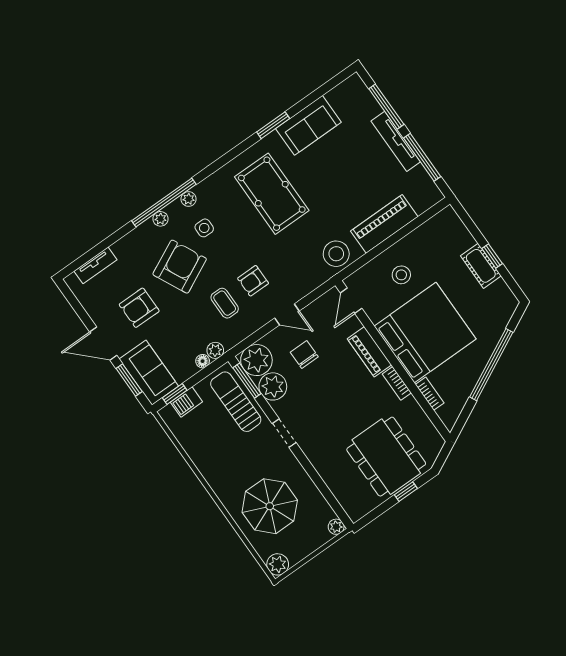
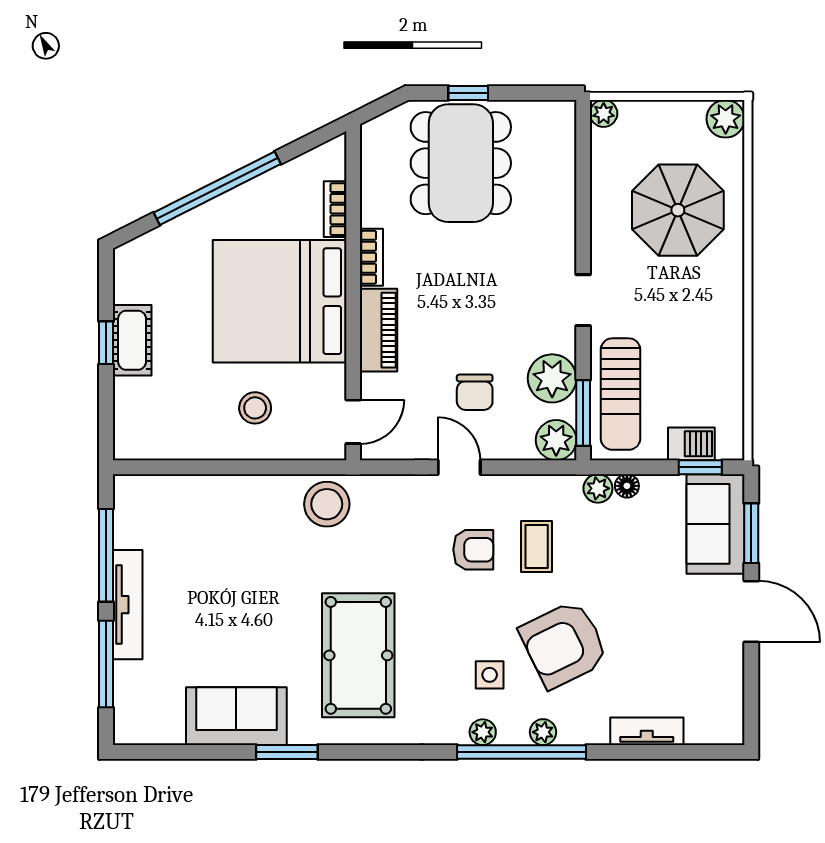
piano: (384, 224) -> (228, 498), removed
tv unit: (96, 265) -> (647, 731), moved
armchair: (139, 308) -> (664, 626), removed
plant: (256, 360) -> (556, 440), width x0.73, depth x0.73

